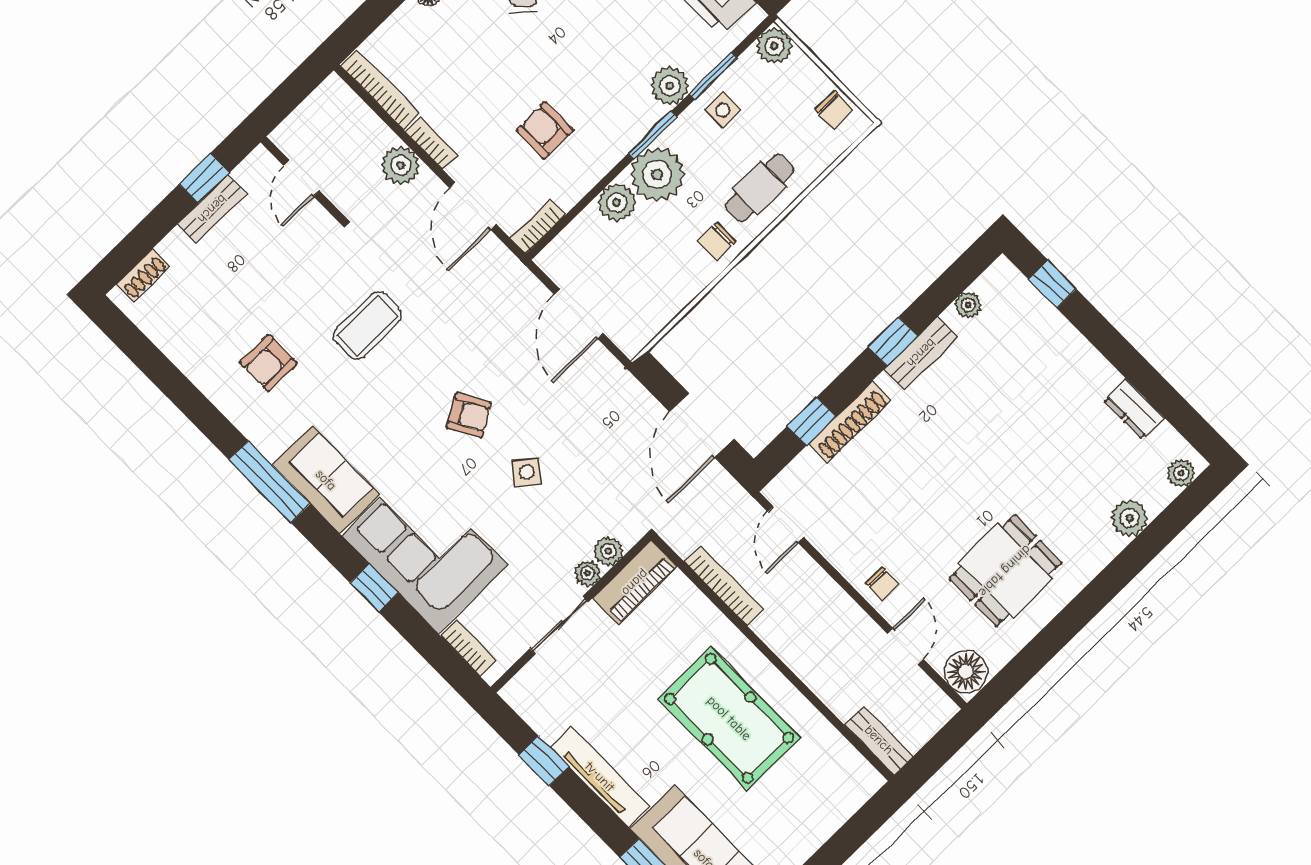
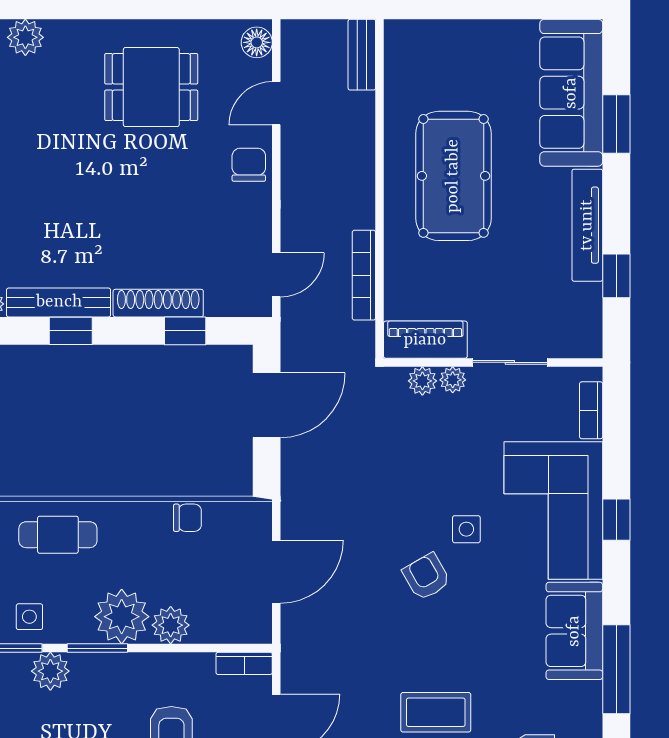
chair: (717, 242) -> (187, 518), moved
bench: (921, 353) -> (59, 302), width x1.36
side table: (527, 472) -> (466, 529), moved, turned -37
chair: (882, 583) -> (249, 165), width x1.37, depth x1.37
floor lamp: (966, 672) -> (257, 42), width x0.73, depth x0.73

